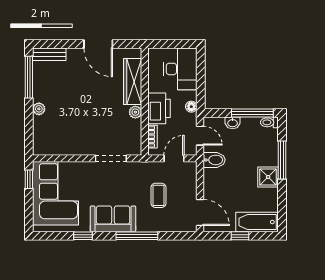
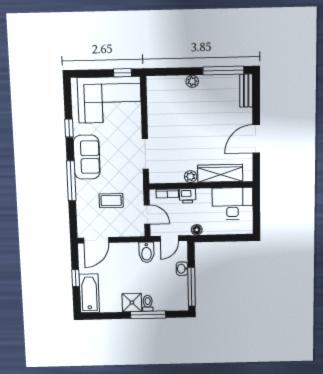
desk: (180, 69) -> (232, 203), moved, turned 180
printer: (159, 108) -> (188, 196), width x0.53, depth x0.68
toilet: (269, 122) -> (148, 303), moved

